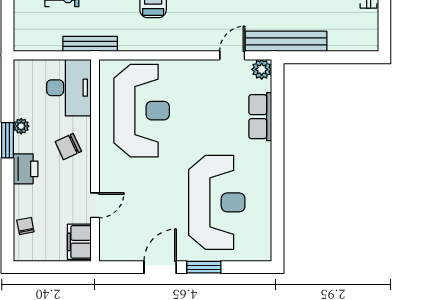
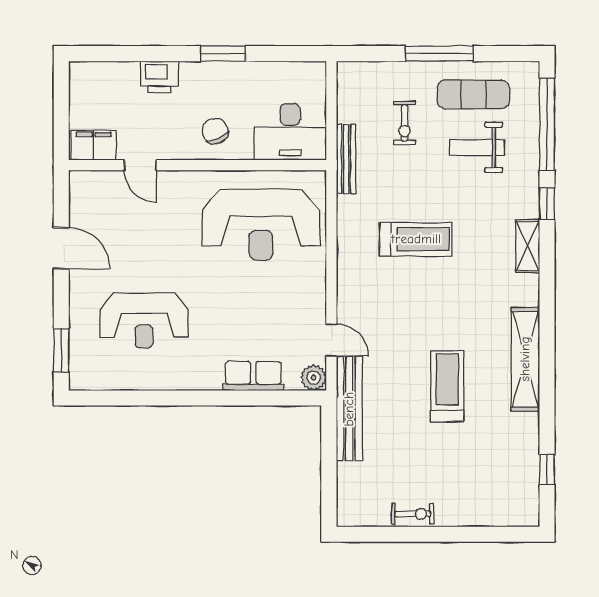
plant: (21, 126) -> (241, 71), removed
printer: (26, 169) -> (159, 77), moved
reception desk: (217, 202) -> (144, 320), width x0.74, depth x0.77
chair: (25, 226) -> (114, 76), removed
window: (204, 267) -> (61, 350), moved

